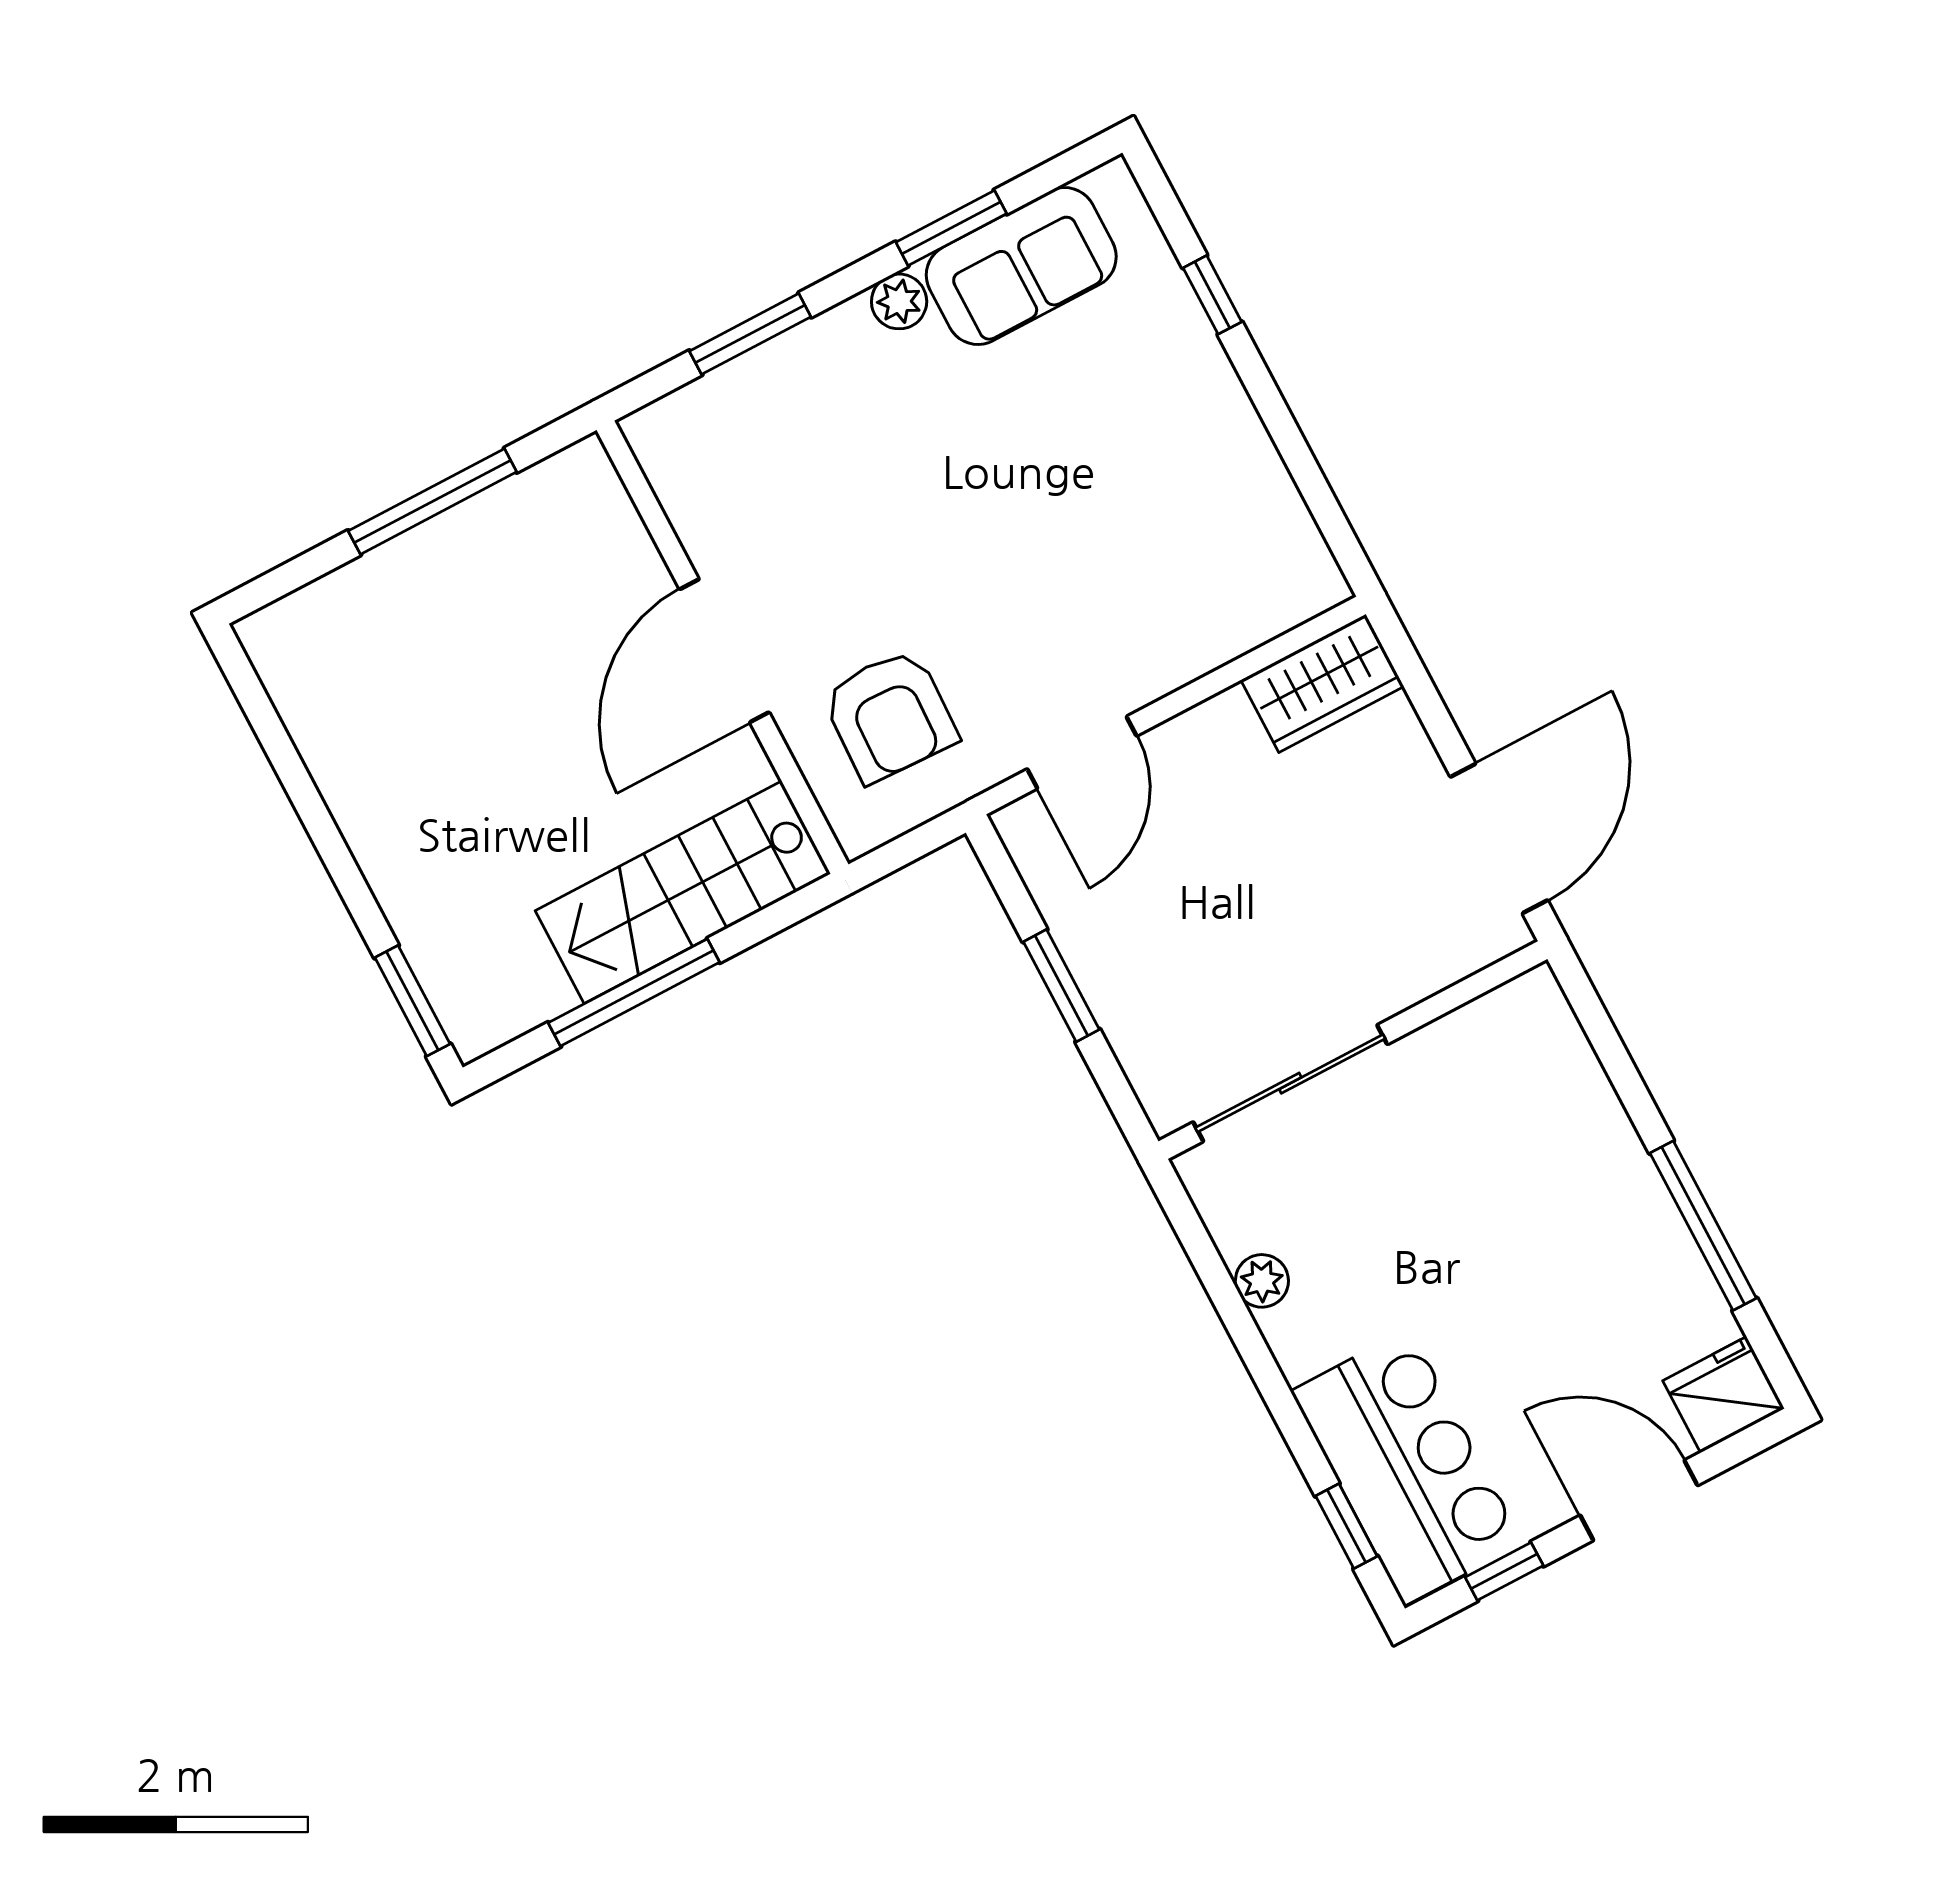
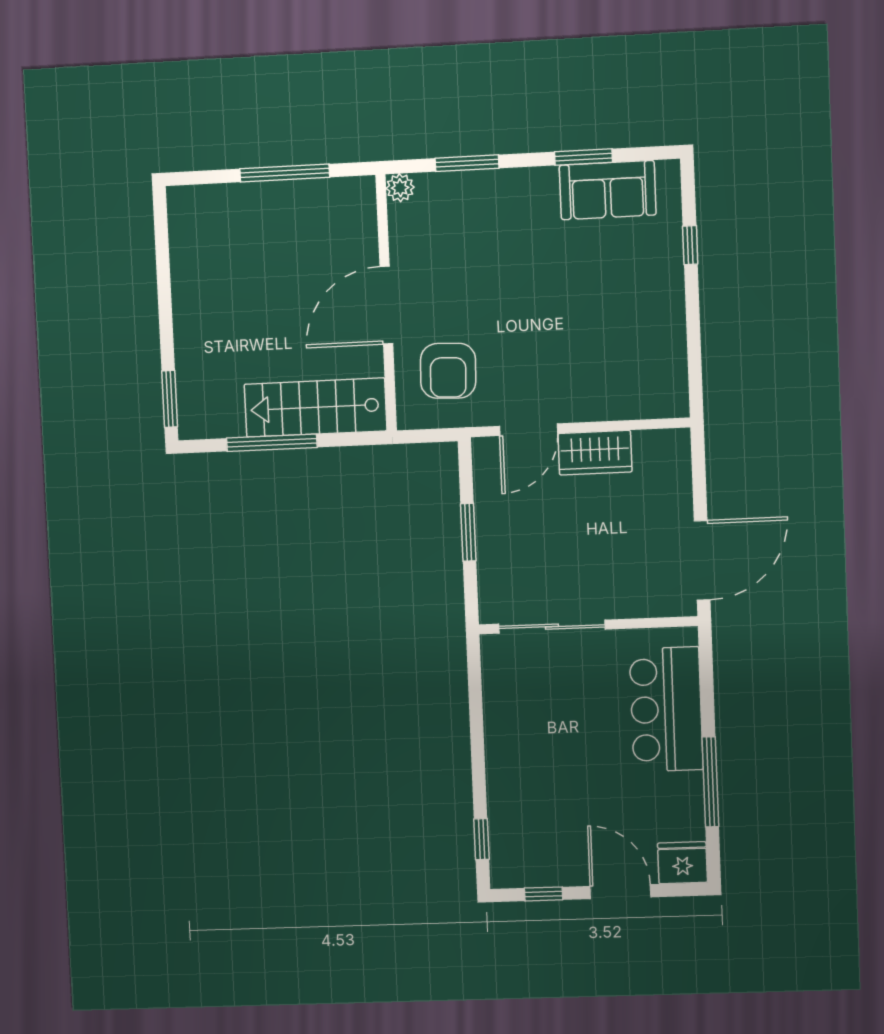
plant: (899, 301) -> (400, 188), moved
wardrobe: (1322, 683) -> (595, 453), moved
plant: (1262, 1281) -> (496, 710), removed
bar counter: (1407, 1467) -> (666, 709), moved, turned 180

